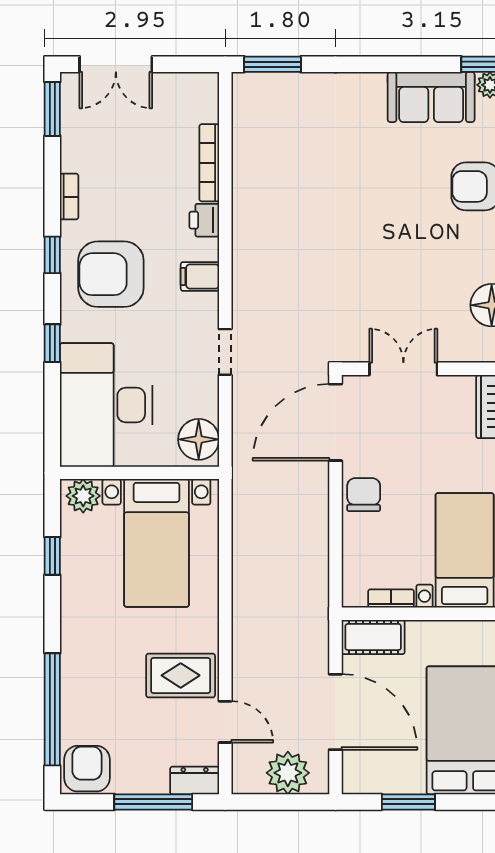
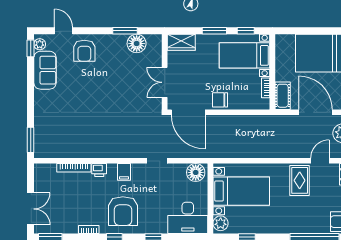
desk: (106, 405) -> (188, 218), width x0.73, depth x0.77
door: (335, 712) -> (316, 112), hinge flipped

